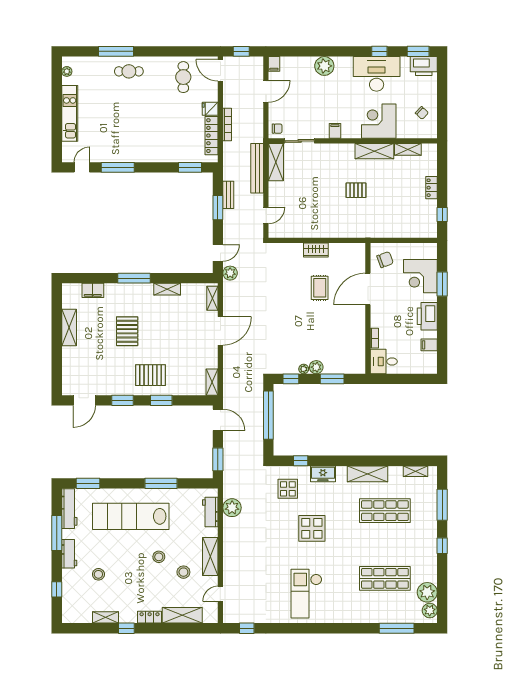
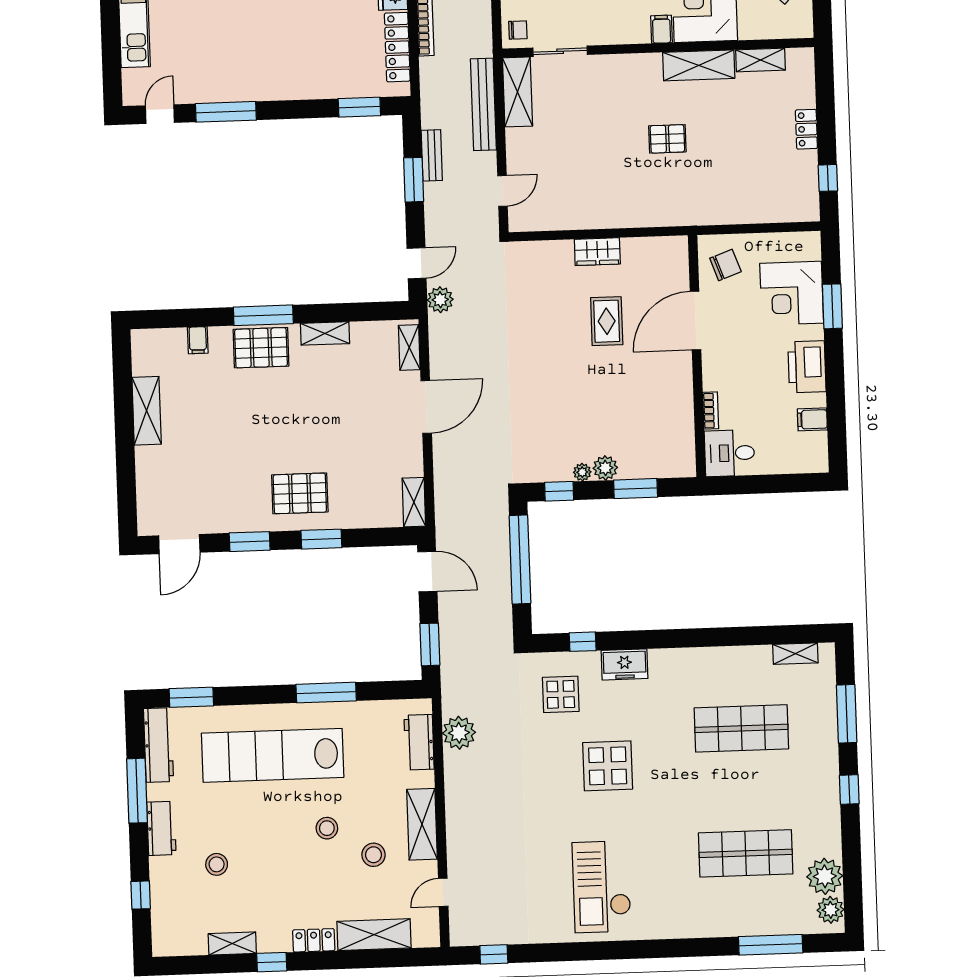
filing cabinet: (335, 131) -> (661, 29), moved
filing cabinet: (93, 290) -> (198, 340), width x0.50
pallet: (127, 331) -> (261, 348), moved, turned 90
shelving: (368, 474) -> (707, 662), removed

